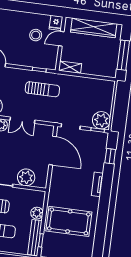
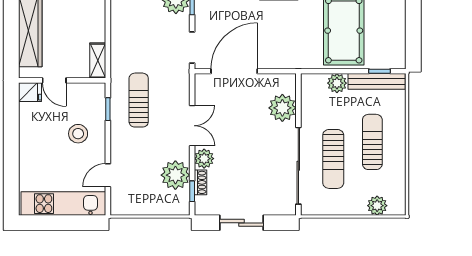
stool: (36, 35) -> (78, 134), moved

